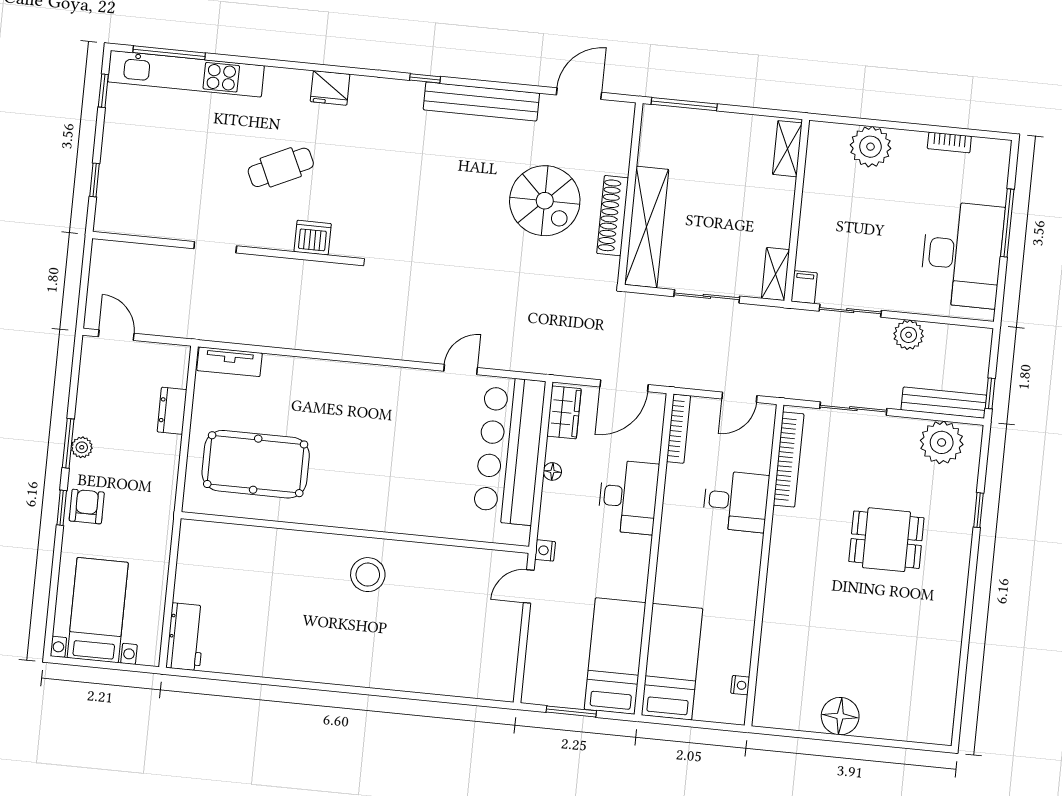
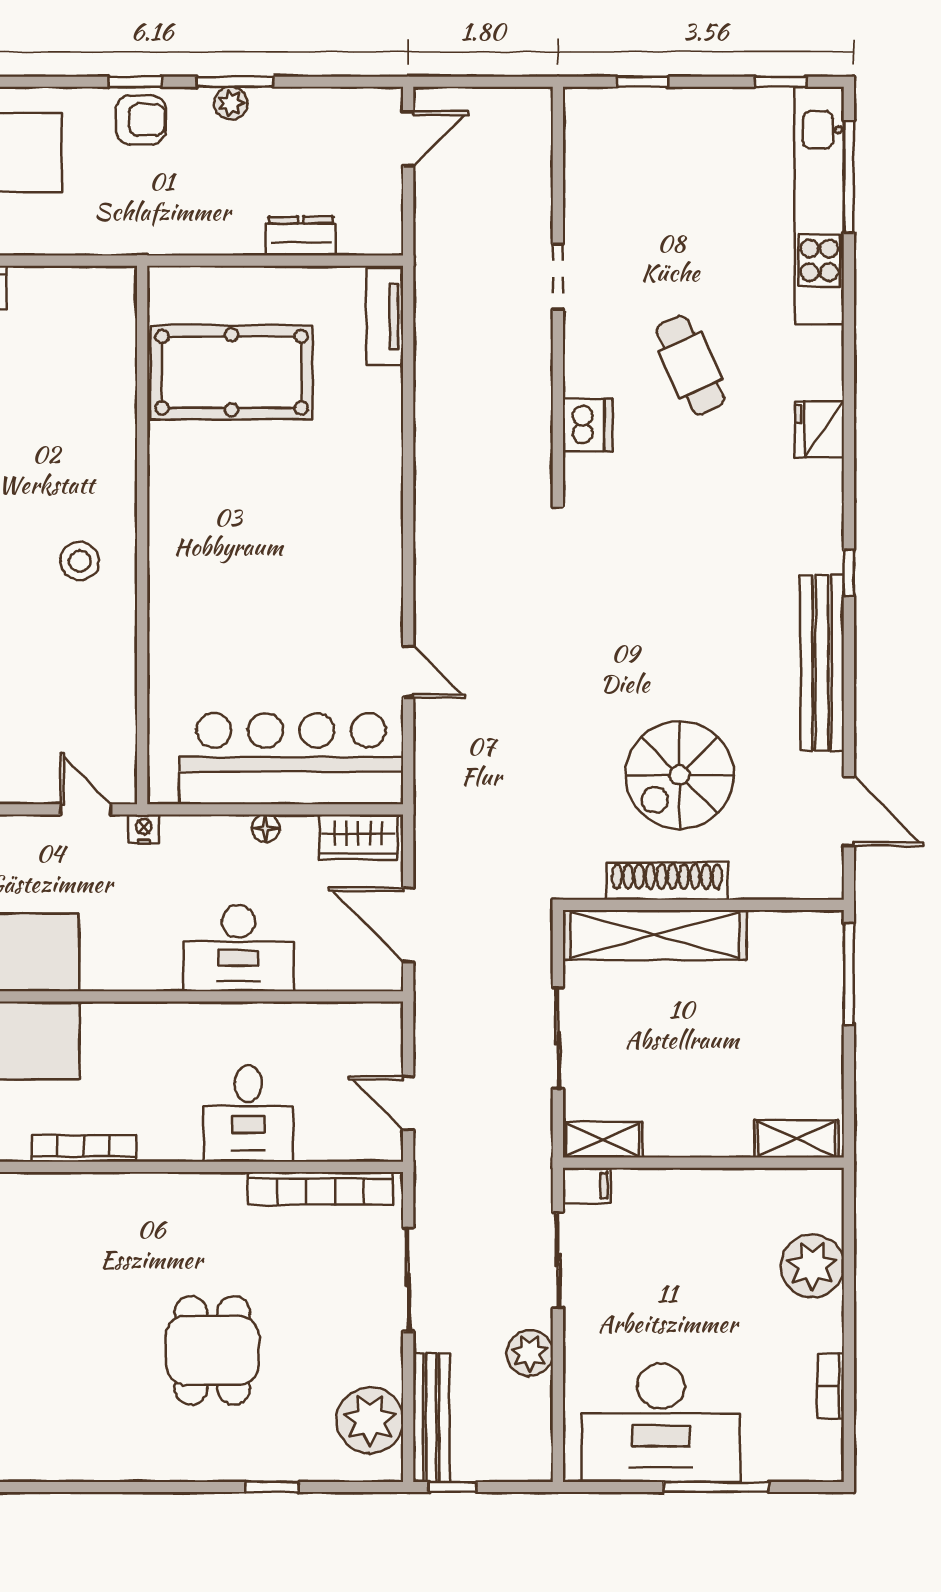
bookcase: (678, 429) -> (84, 1148), moved, turned 180
pool table: (256, 464) -> (232, 372), turned 90
stool: (368, 575) -> (80, 561), width x0.73, depth x0.73

